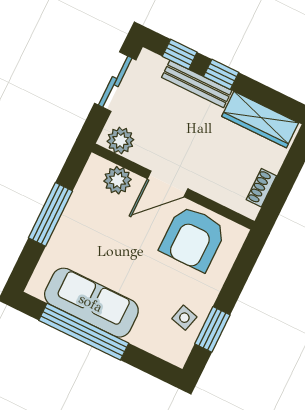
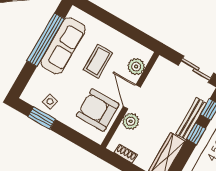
plant: (120, 140) -> (131, 121), moved
window: (50, 214) -> (118, 24), removed
coffee table: (113, 244) -> (98, 61), added

